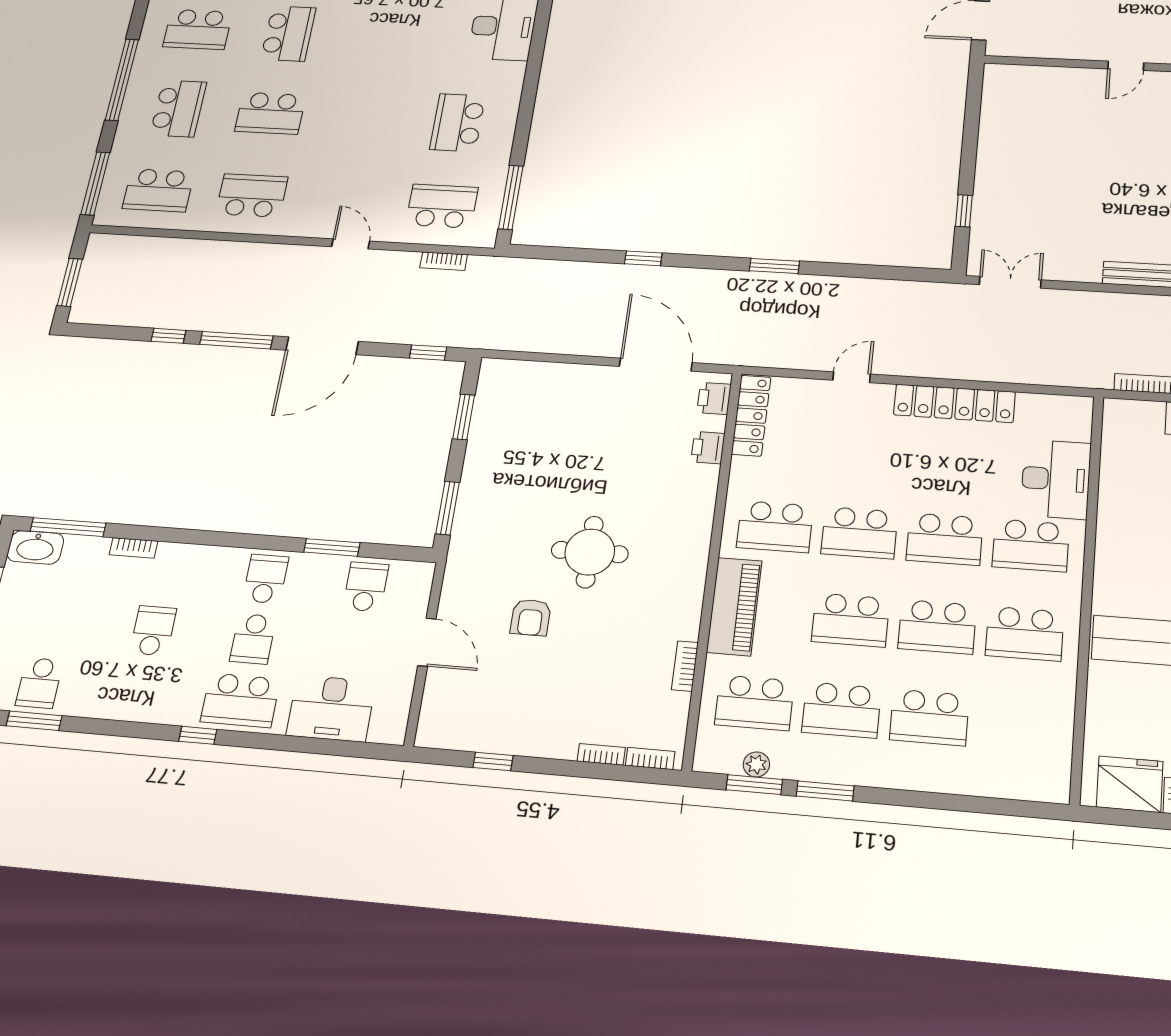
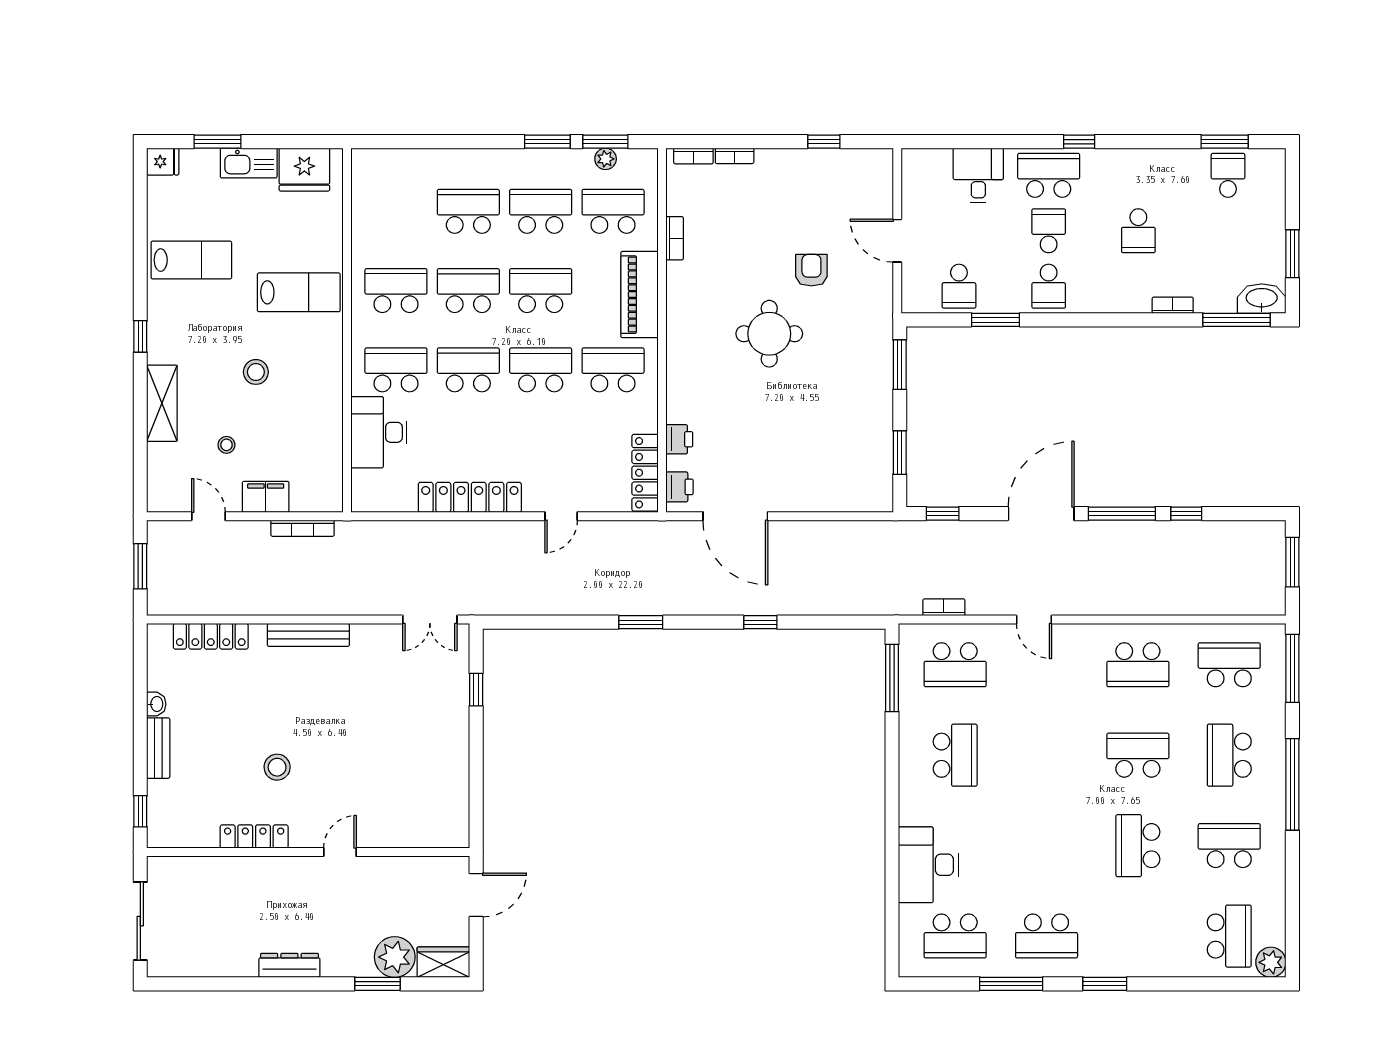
desk: (331, 708) -> (978, 175), width x0.73

